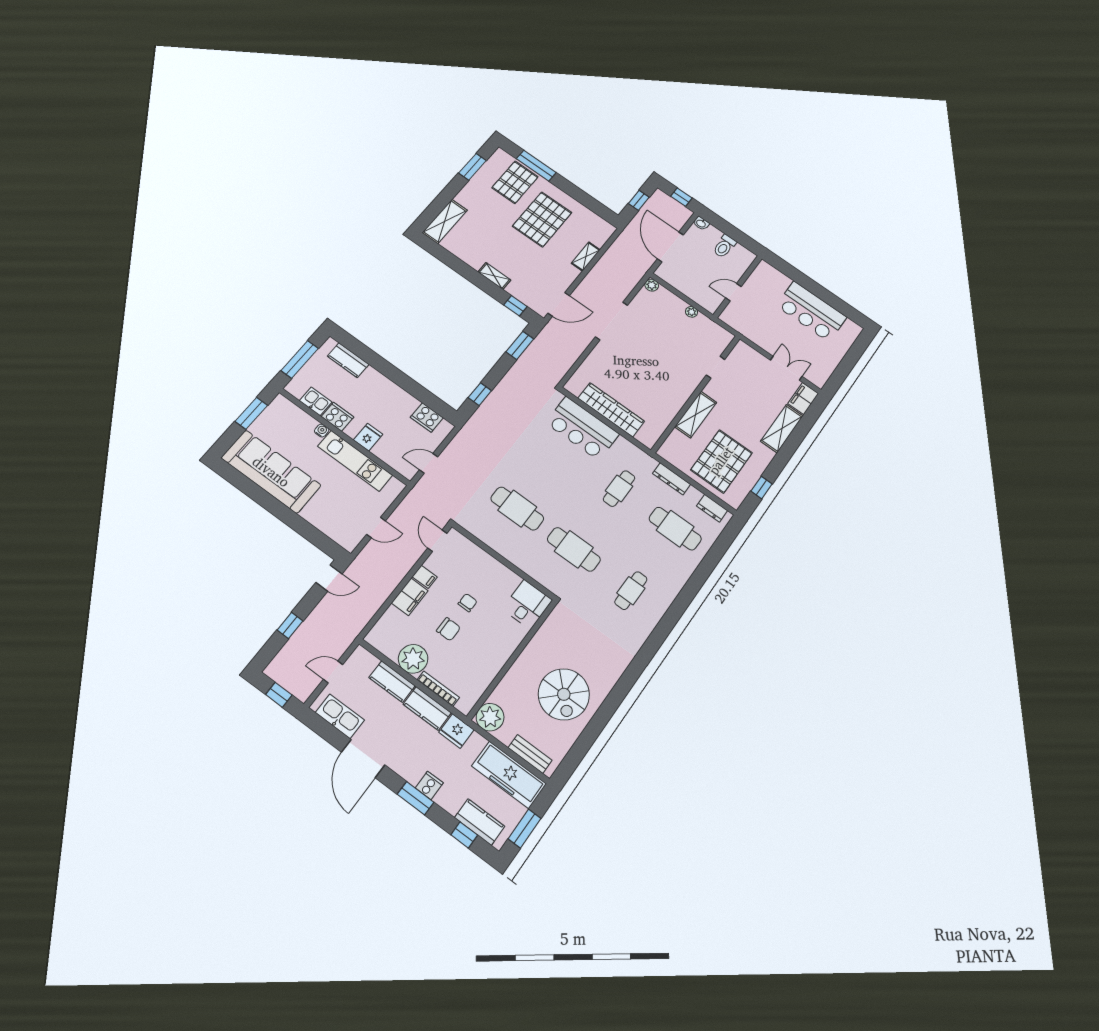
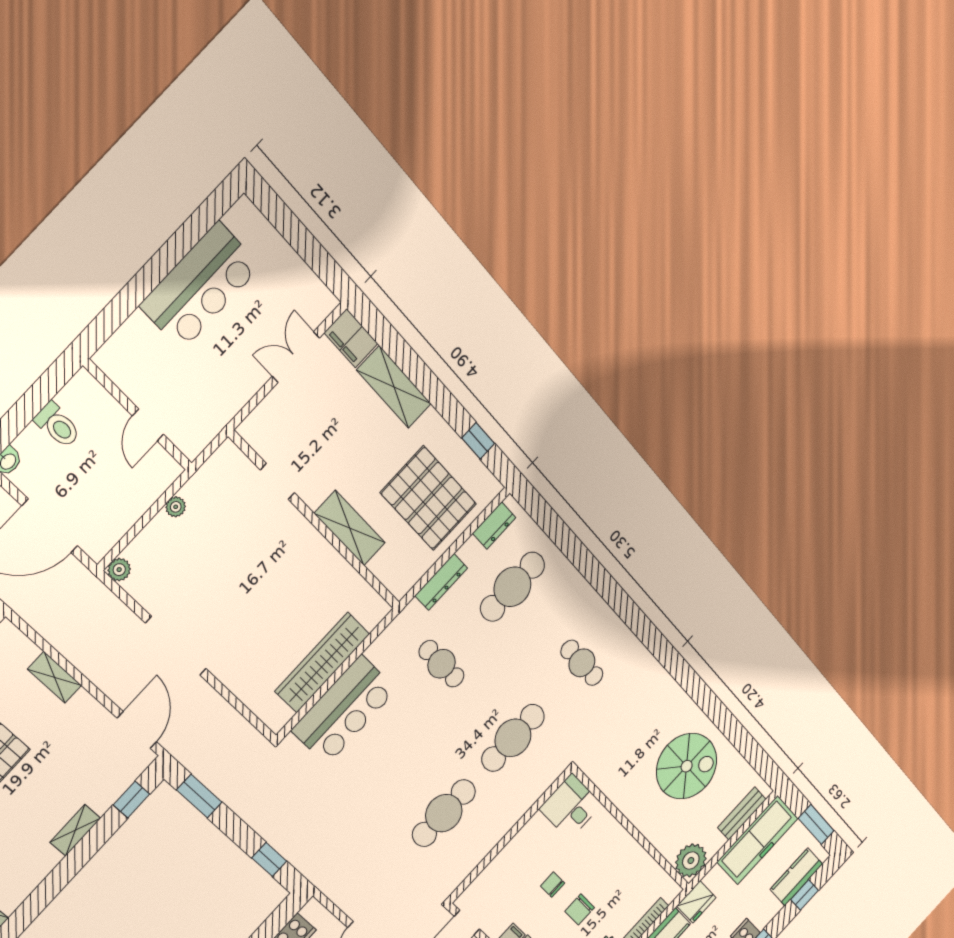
chair: (449, 629) -> (580, 909), turned 180

